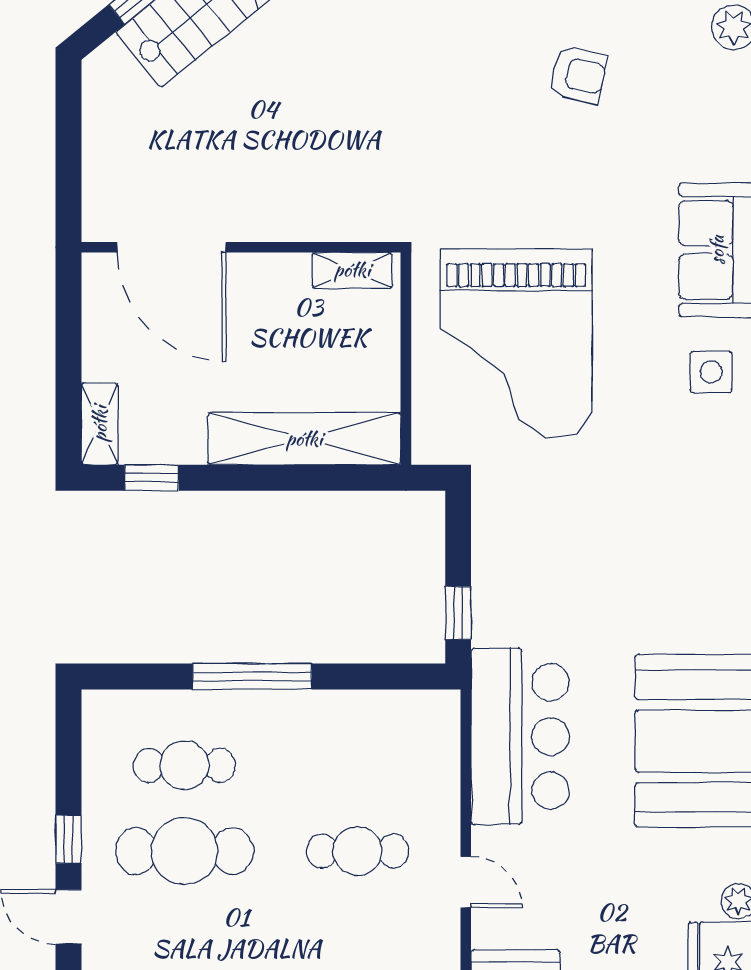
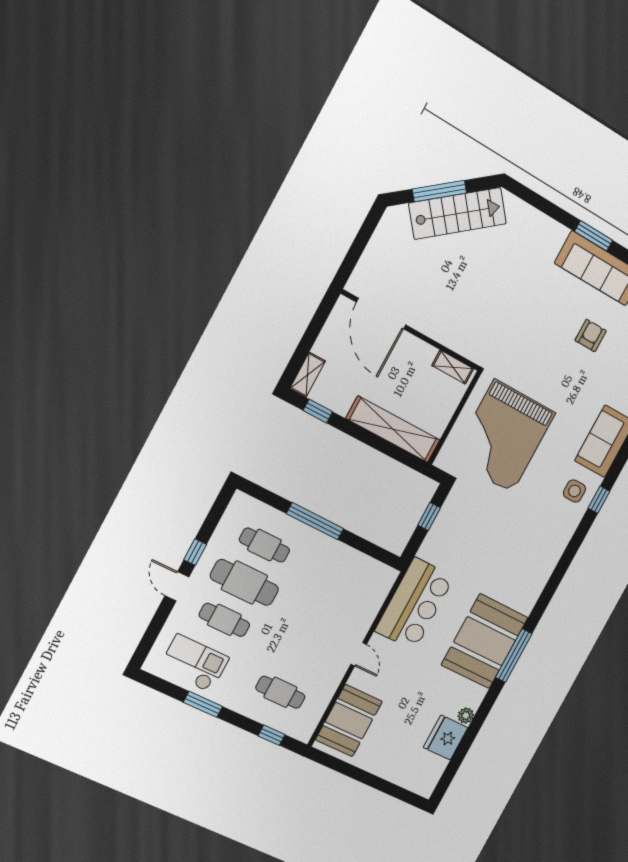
armchair: (578, 75) -> (591, 336), turned -103
window: (458, 613) -> (429, 516), moved
cafe table: (358, 851) -> (224, 620), moved

